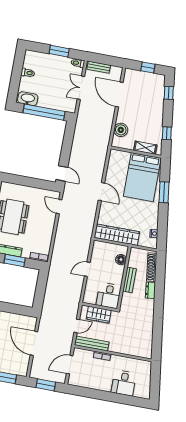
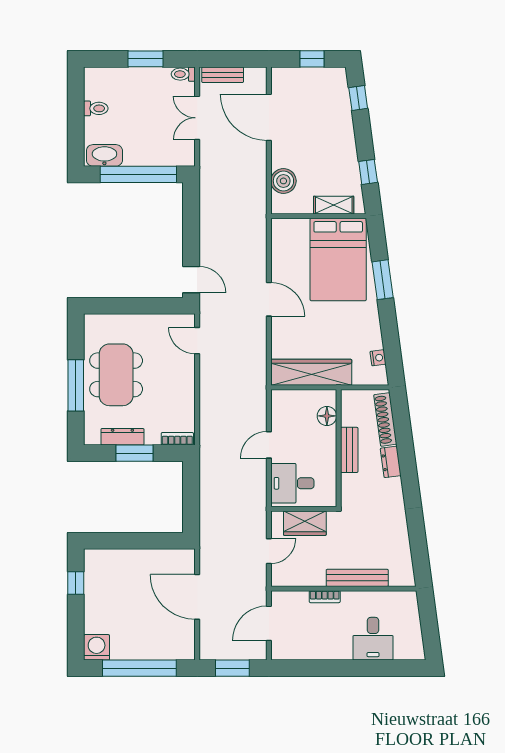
desk: (109, 296) -> (292, 483), moved, turned 90
bench: (92, 343) -> (357, 578), moved

